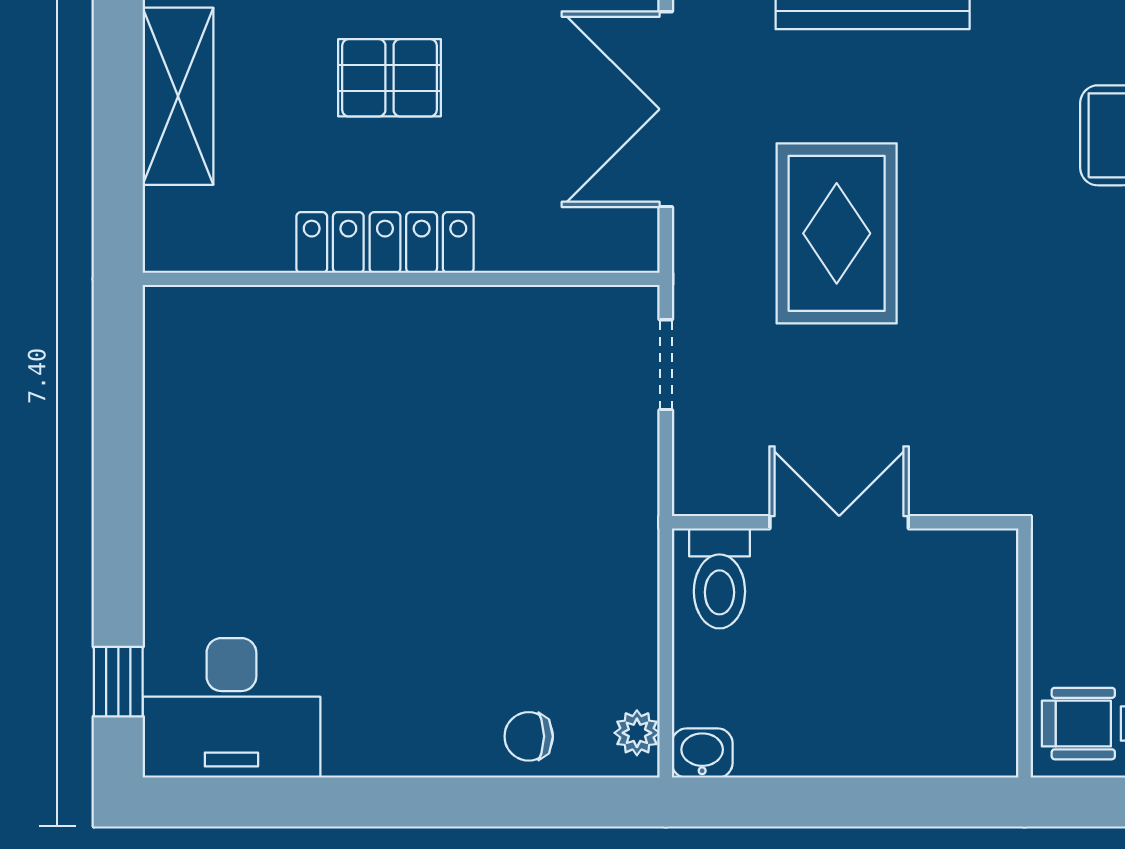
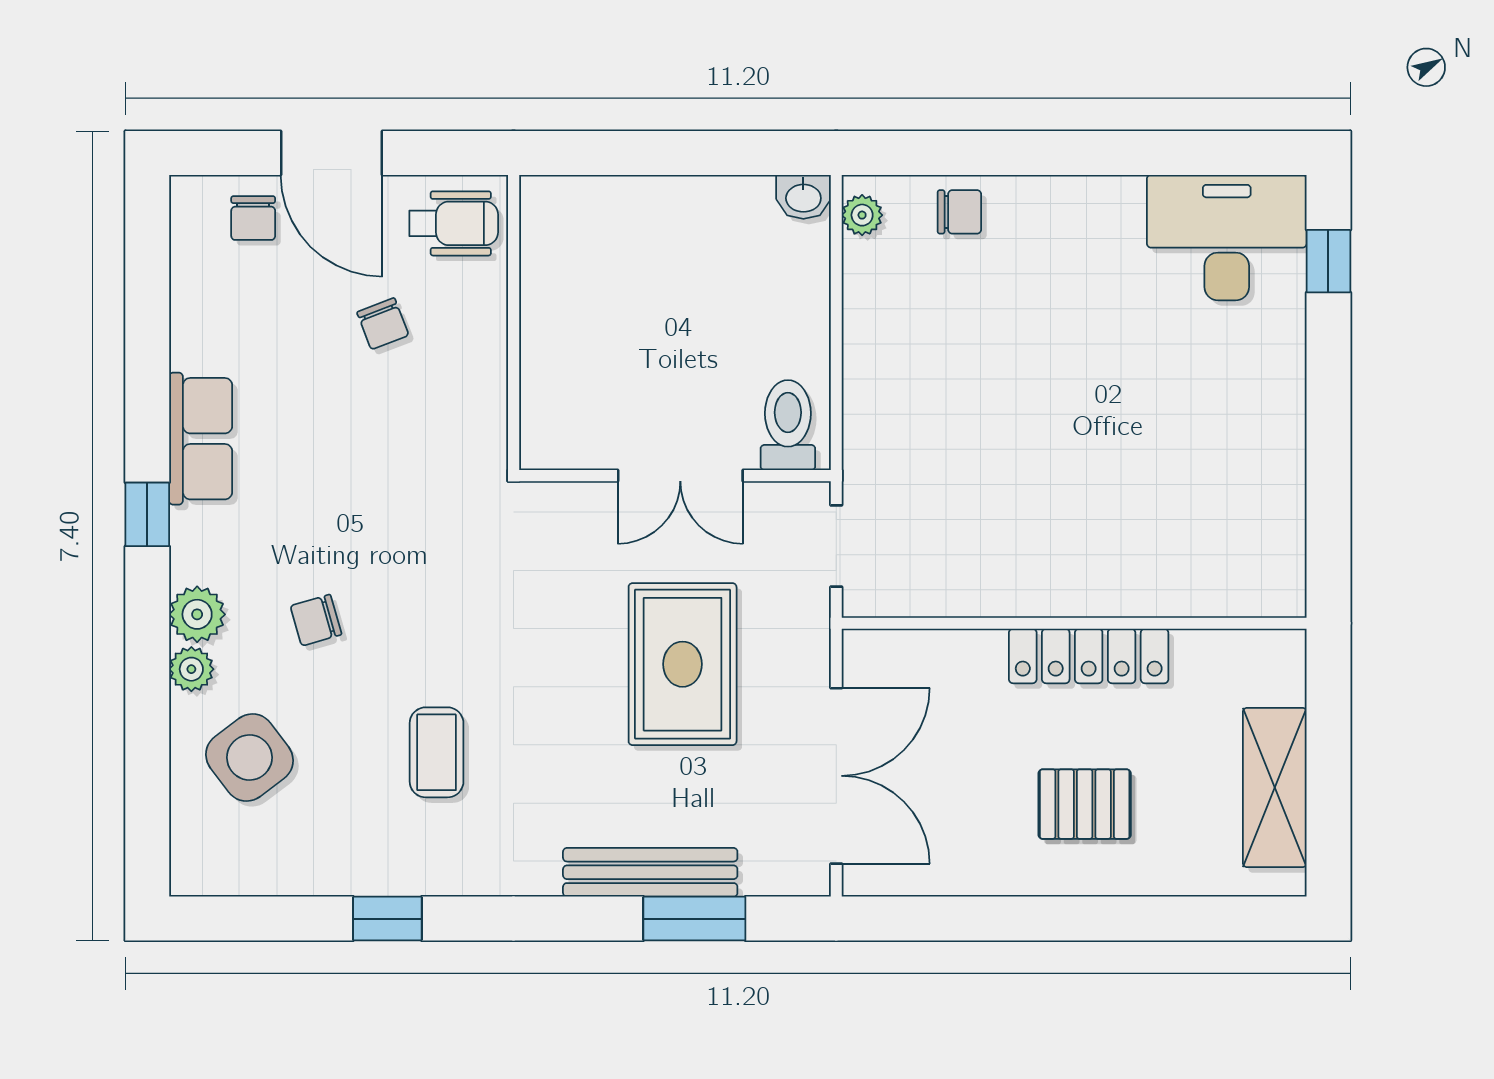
double door: (839, 522) -> (680, 476), moved
wall: (845, 522) -> (675, 476), moved
toilet: (719, 578) -> (788, 425), moved

